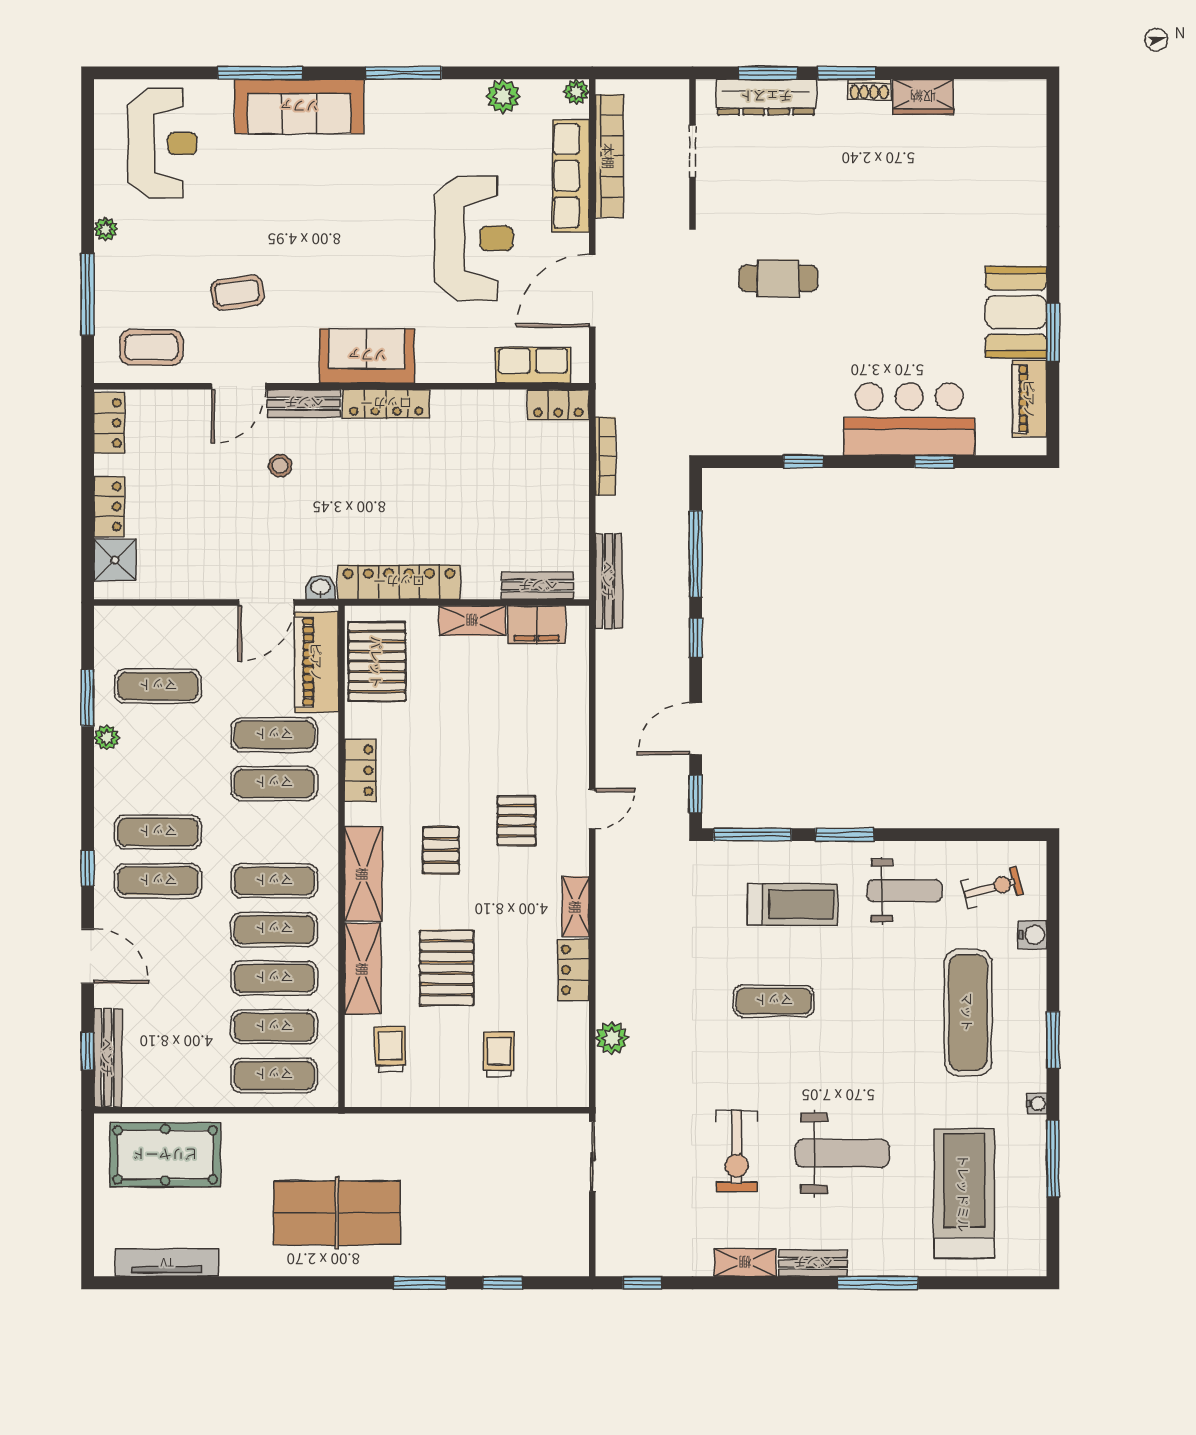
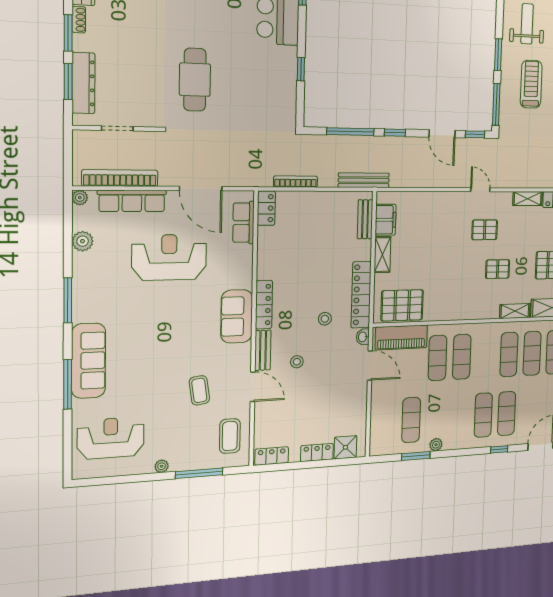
cafe table: (778, 278) -> (195, 80), width x1.37, depth x1.35
stool: (357, 515) -> (325, 319), added
locker: (360, 770) -> (457, 312), removed
shelving: (363, 874) -> (515, 311), width x0.67, depth x0.75

